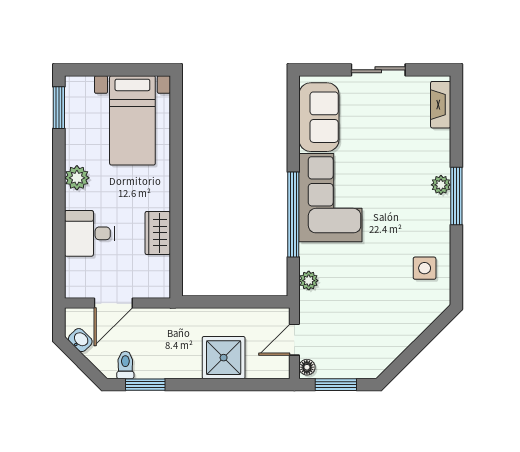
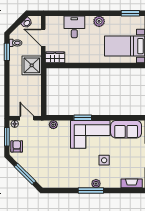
window: (293, 214) -> (83, 118), width x0.47
wardrobe: (158, 233) -> (55, 57), moved
side table: (425, 268) -> (104, 160), moved
window: (419, 344) -> (25, 174), added
shower: (224, 358) -> (32, 65), moved
armchair: (357, 363) -> (17, 146), added

